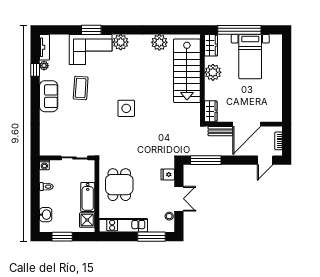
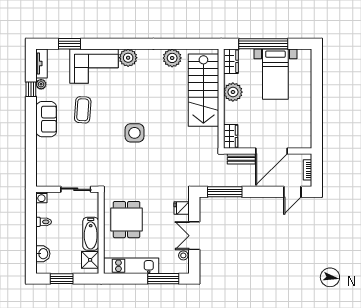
window: (91, 30) -> (70, 44), moved
double door: (179, 199) -> (194, 236), swing flipped

